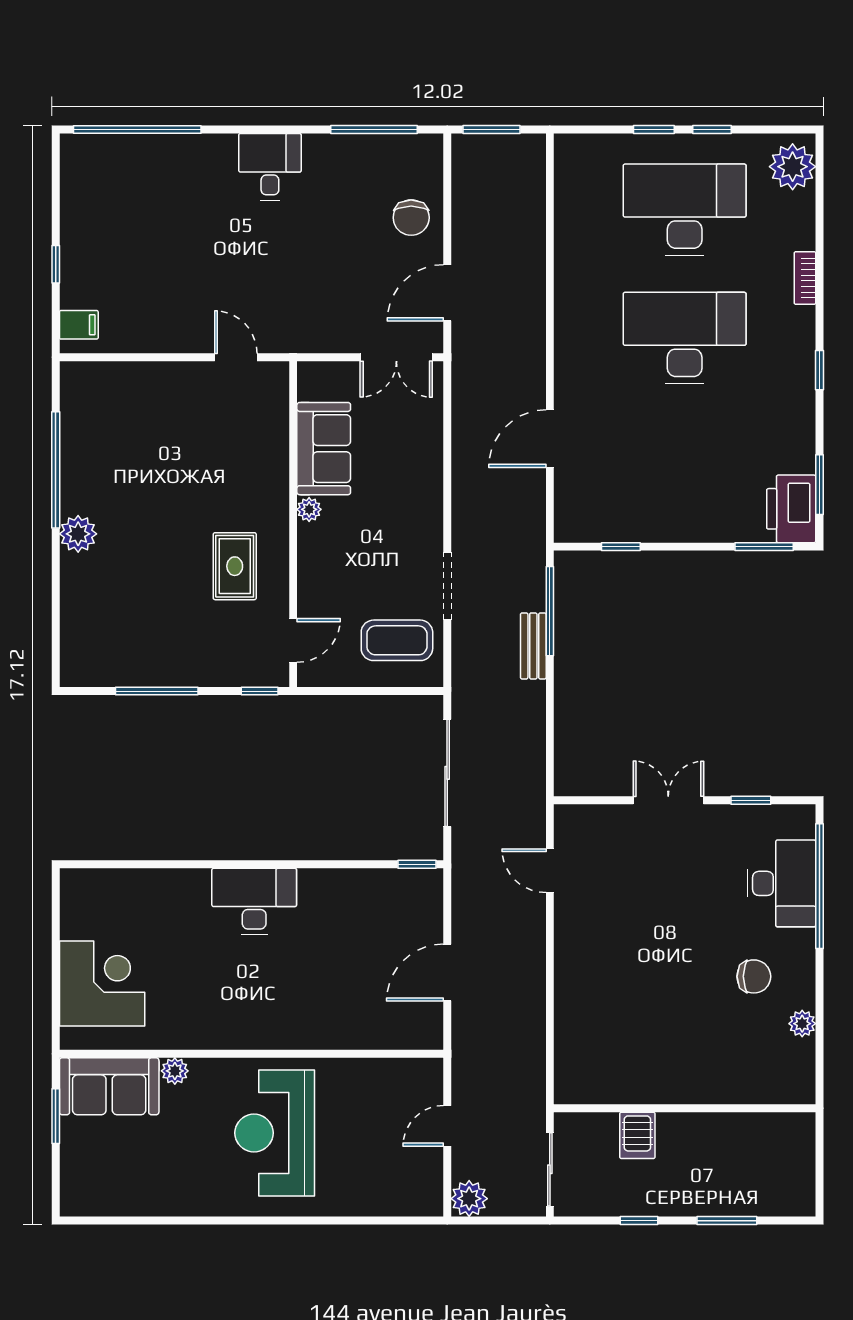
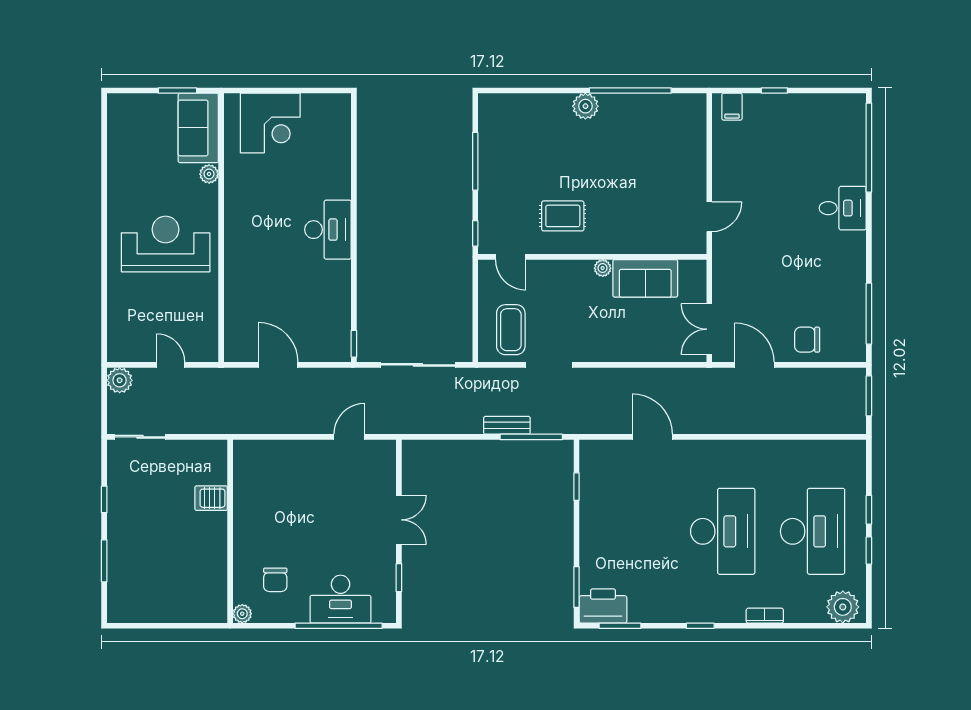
desk: (270, 167) -> (843, 208), moved
wall: (685, 1108) -> (230, 531), moved
server rack: (637, 1135) -> (211, 498), moved

